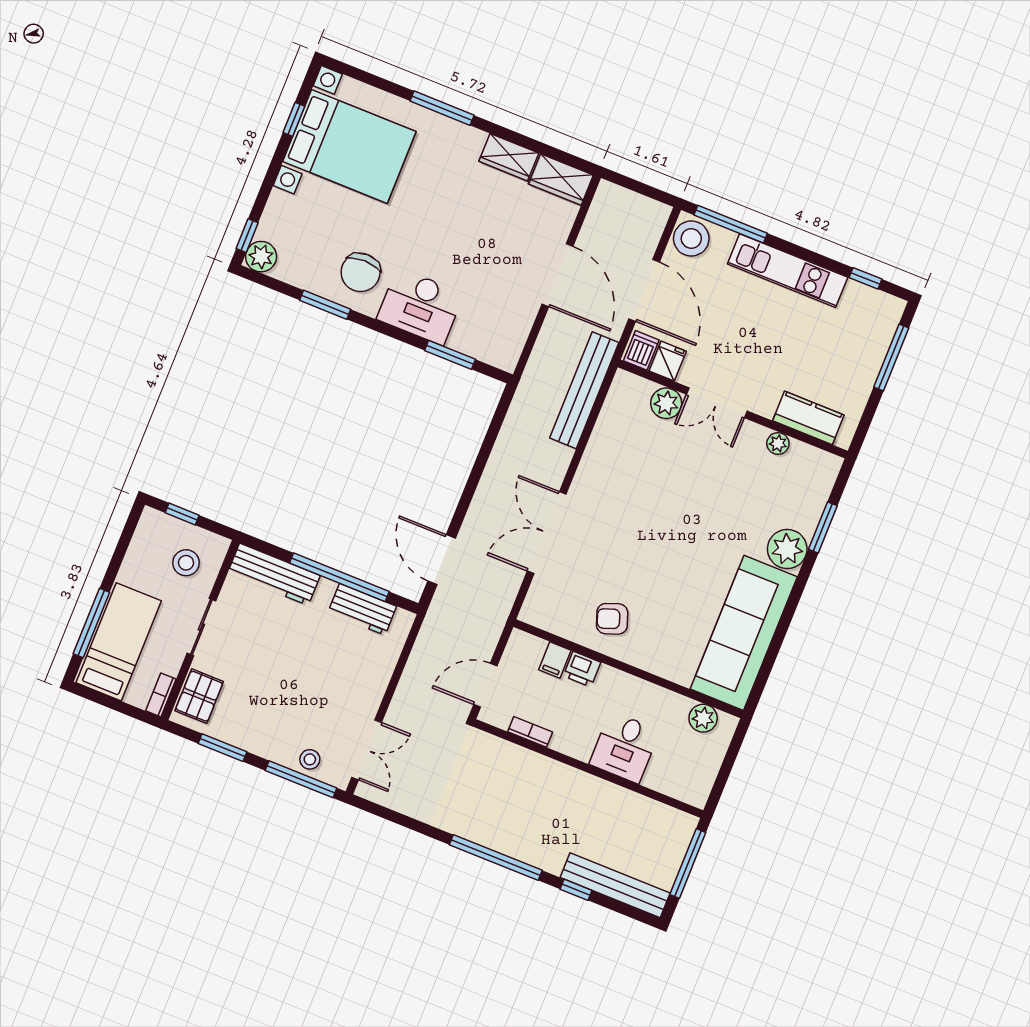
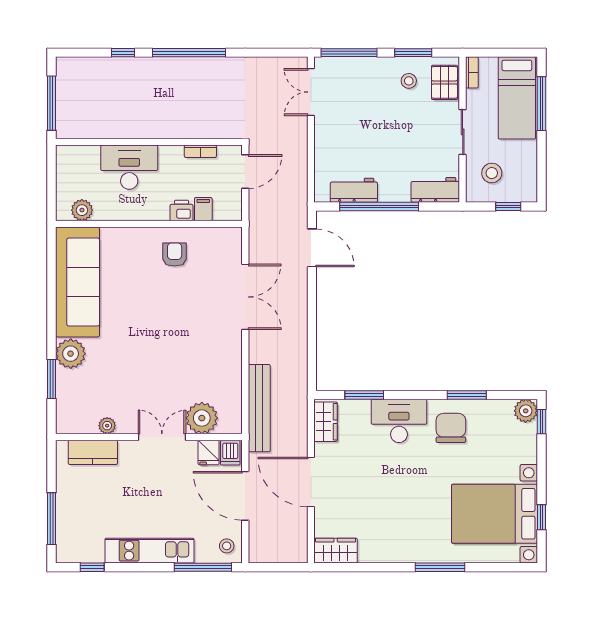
wardrobe: (509, 157) -> (326, 422), moved, turned 90
stool: (691, 238) -> (227, 546), width x0.53, depth x0.53
plant: (666, 403) -> (202, 418), width x1.36, depth x1.36
workbench: (274, 574) -> (435, 190), width x0.73
armchair: (612, 619) -> (175, 255), turned -70
desk: (625, 747) -> (129, 167), width x1.37
stool: (310, 759) -> (409, 81), moved
bench: (615, 885) -> (97, 67), removed

